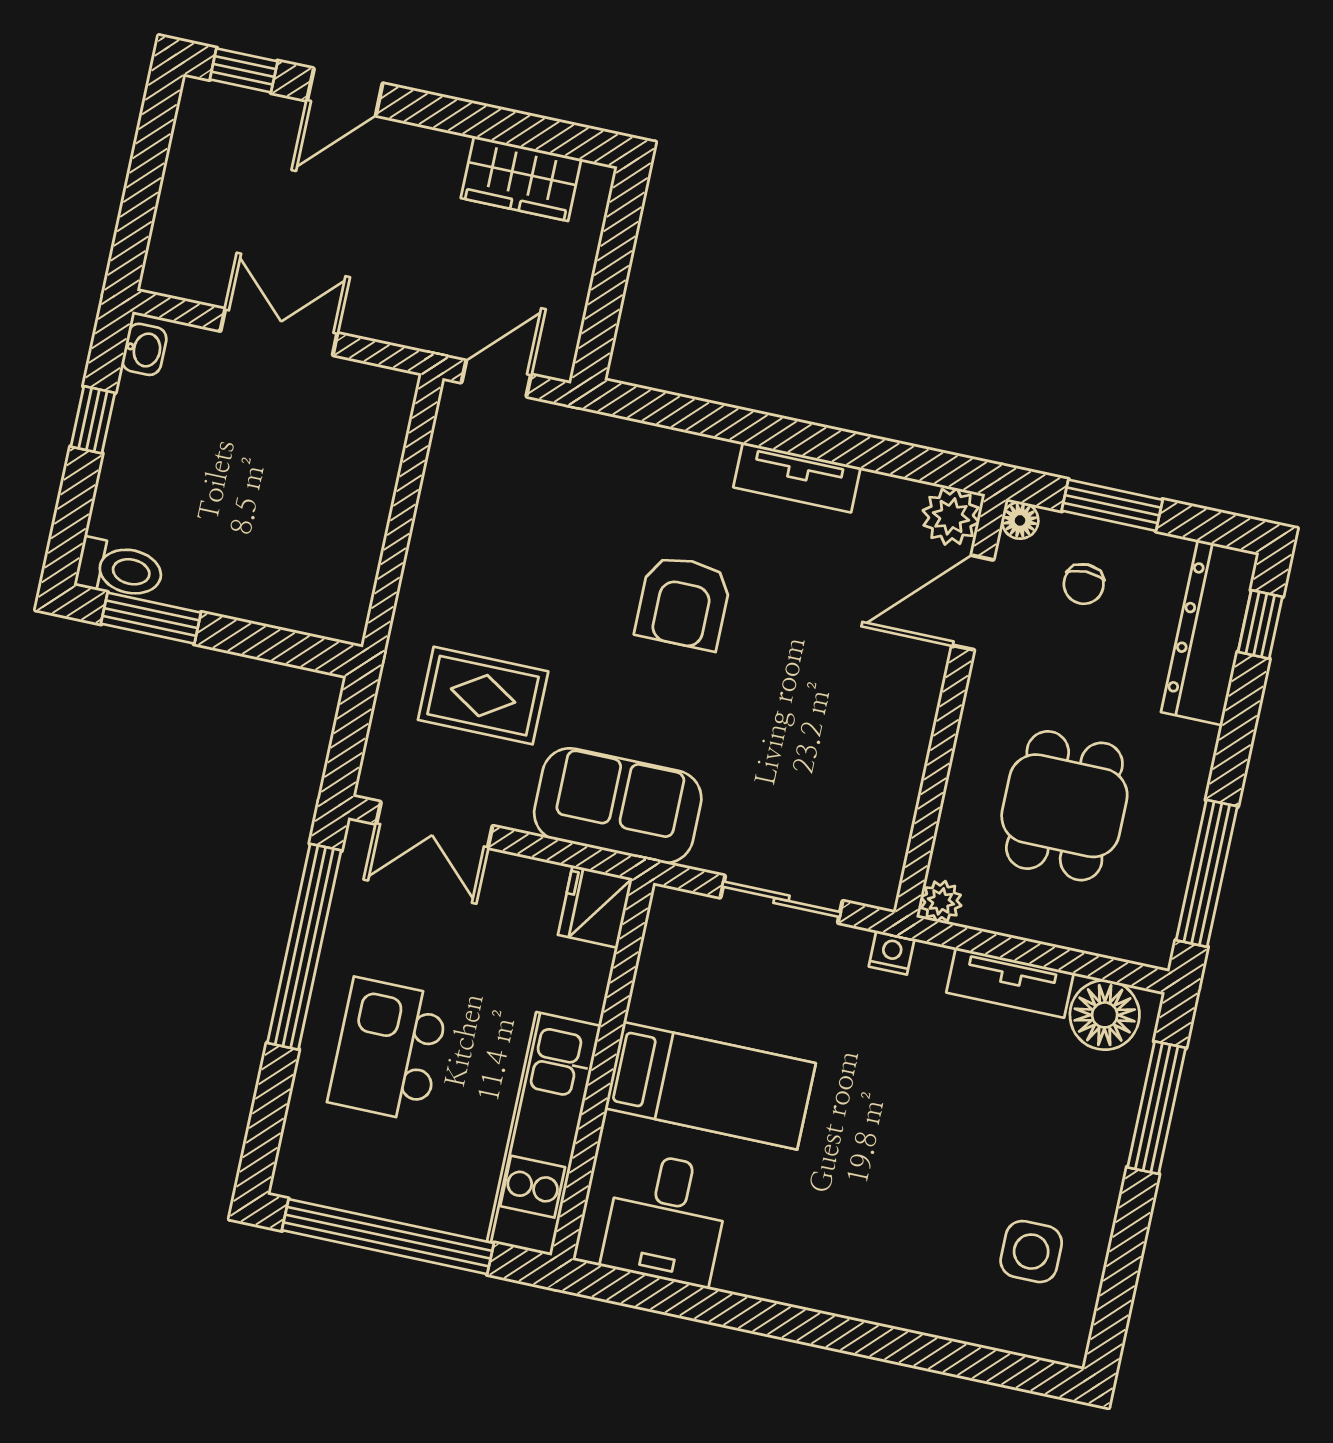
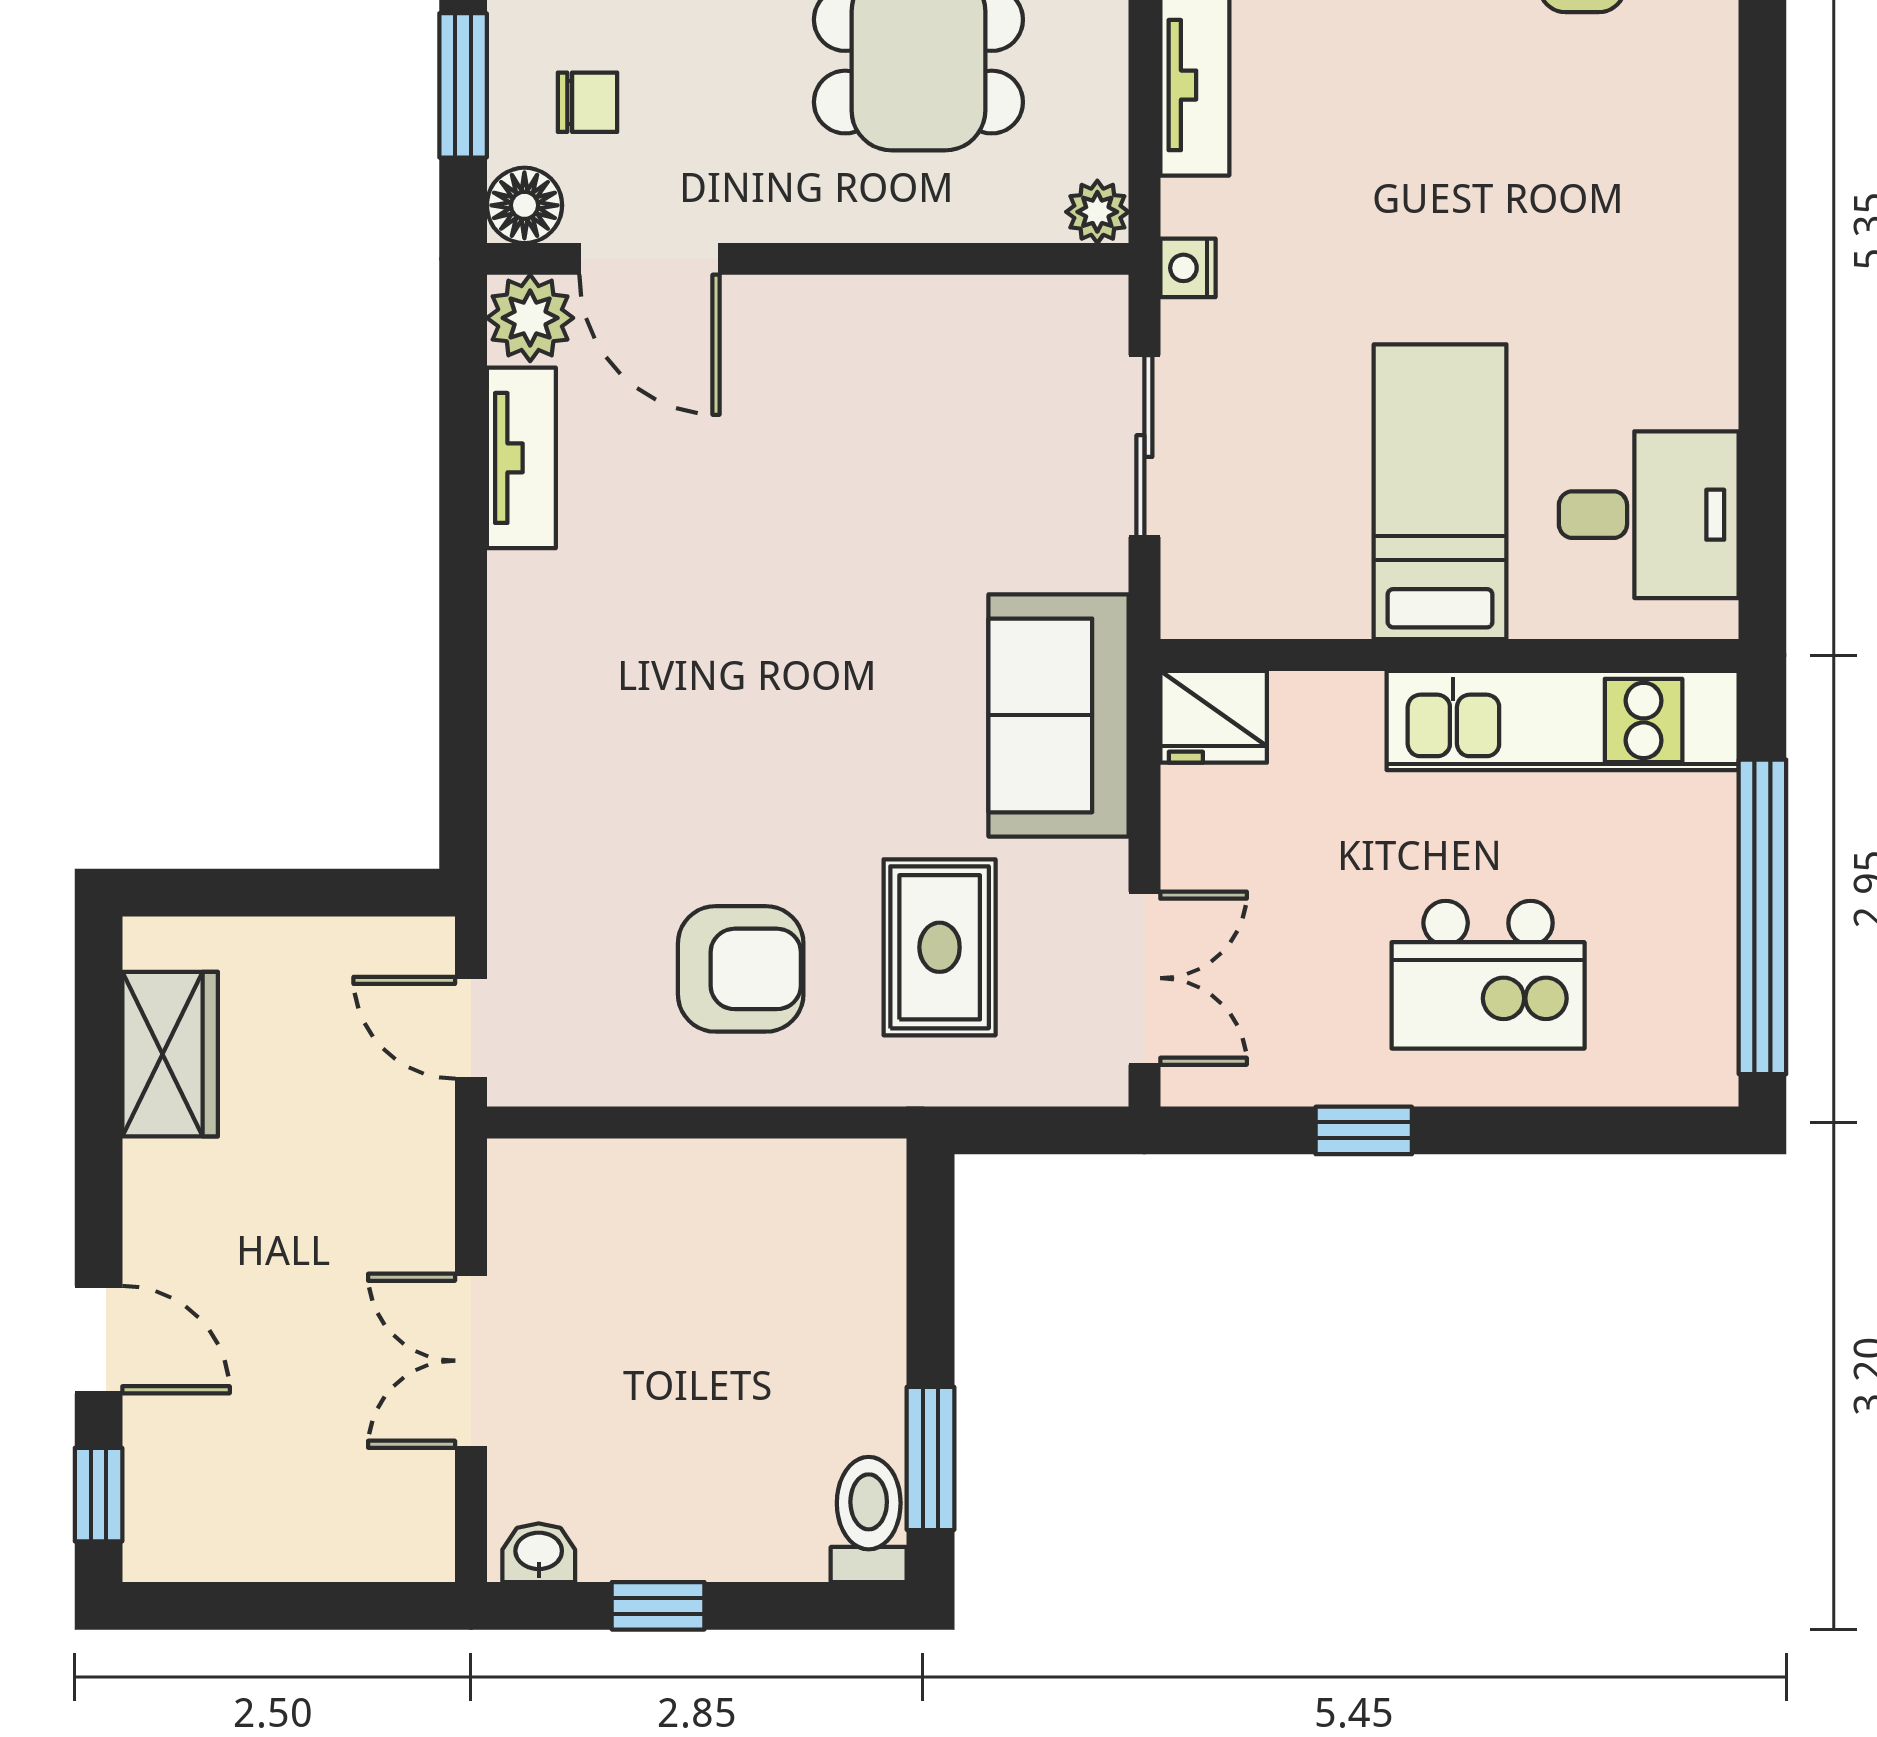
tv unit: (797, 477) -> (521, 458), moved
floor lamp: (1020, 520) -> (524, 205), width x1.37, depth x1.37
armchair: (683, 602) -> (741, 969), moved
window: (304, 947) -> (1364, 1130), width x0.32

